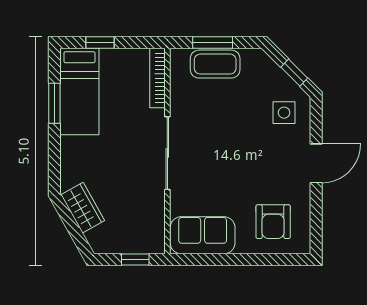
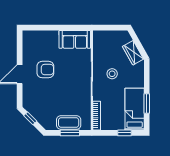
side table: (284, 113) -> (35, 99), removed
stool: (126, 164) -> (112, 74), added
armchair: (273, 222) -> (45, 70), moved, turned 90
window: (135, 260) -> (107, 28), removed

